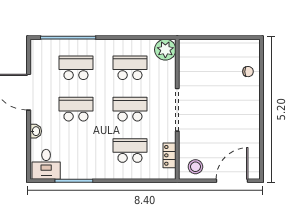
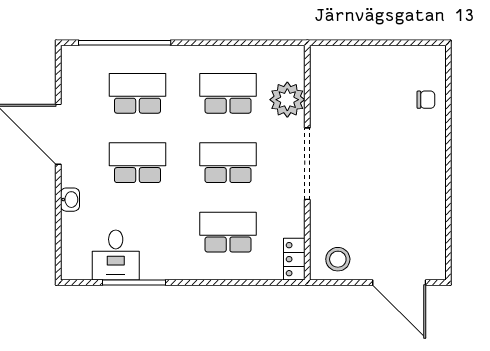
plant: (165, 50) -> (287, 100), moved
locker: (170, 155) -> (294, 259), moved
desk: (46, 164) -> (116, 255), moved
door: (232, 181) -> (399, 283), swing flipped

